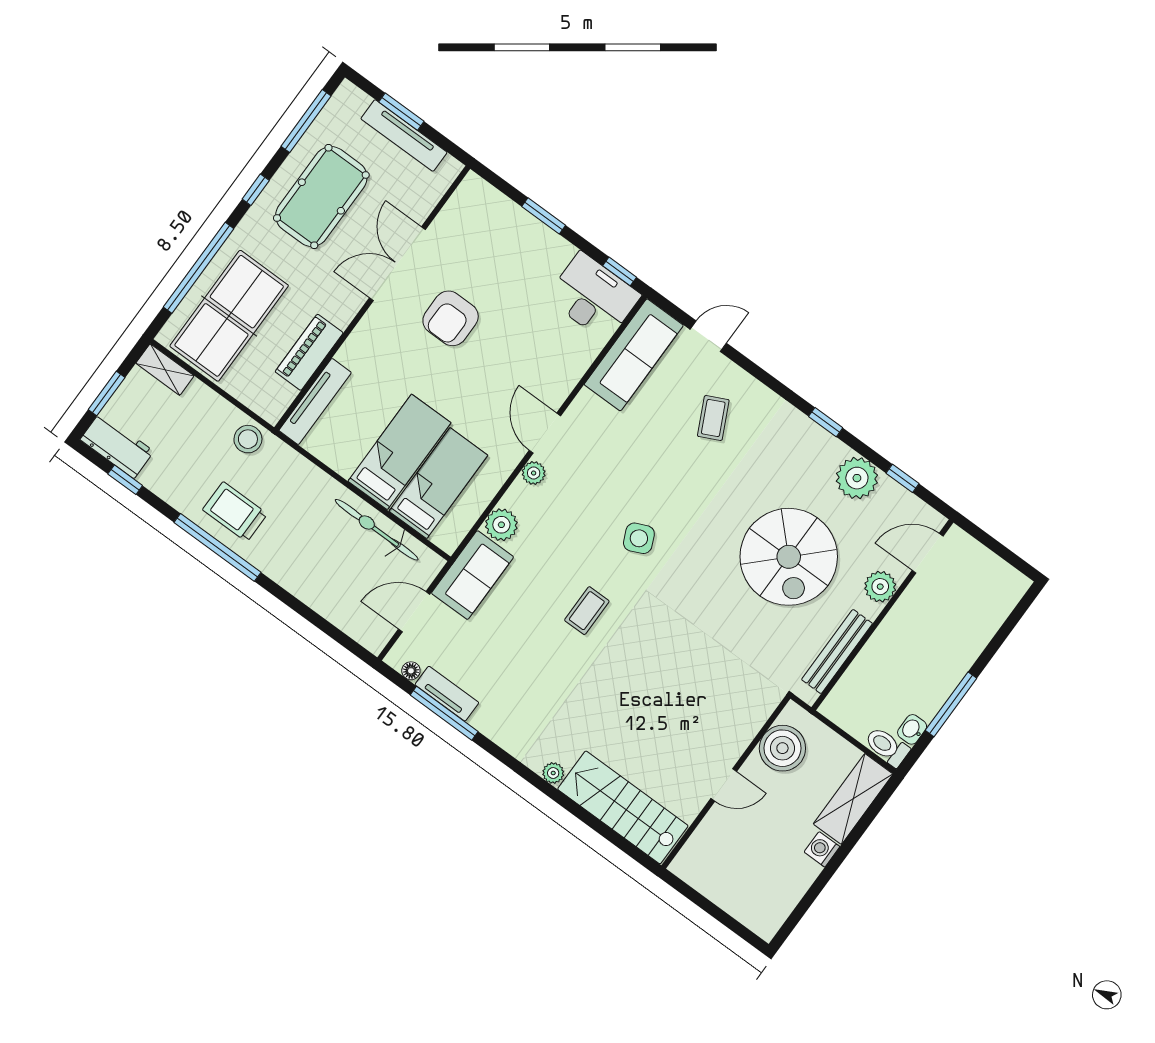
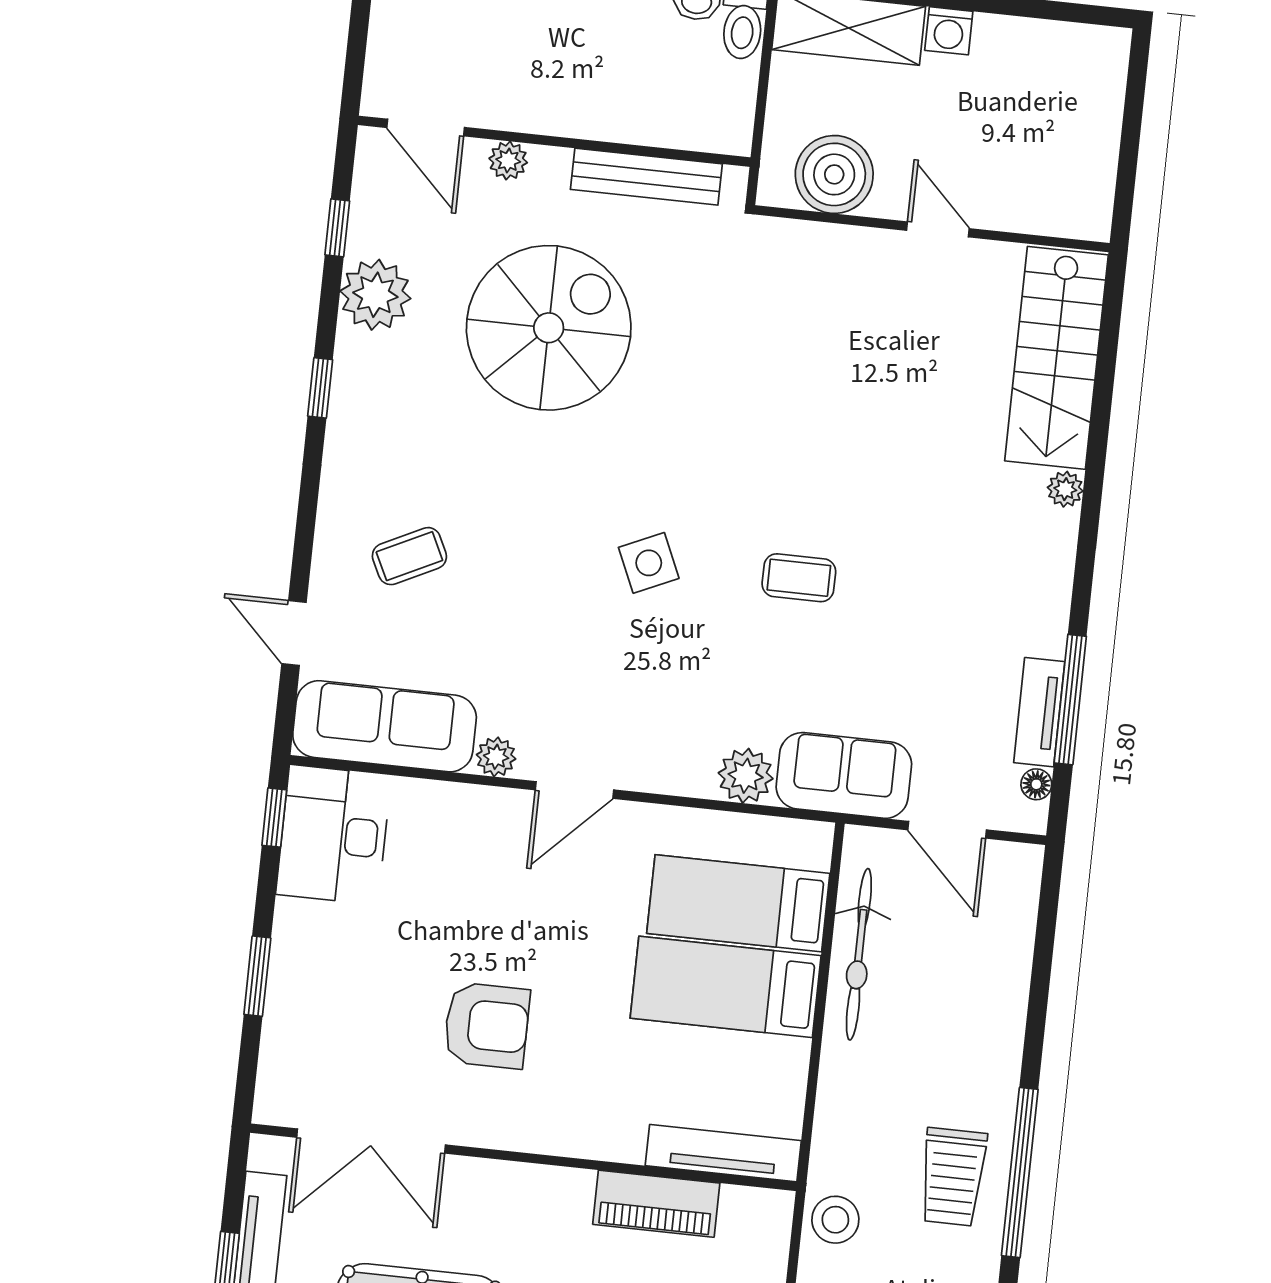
double door: (397, 264) -> (371, 1141), moved
plant: (534, 473) -> (496, 757), moved
plant: (880, 587) -> (508, 161), width x0.73, depth x0.73

